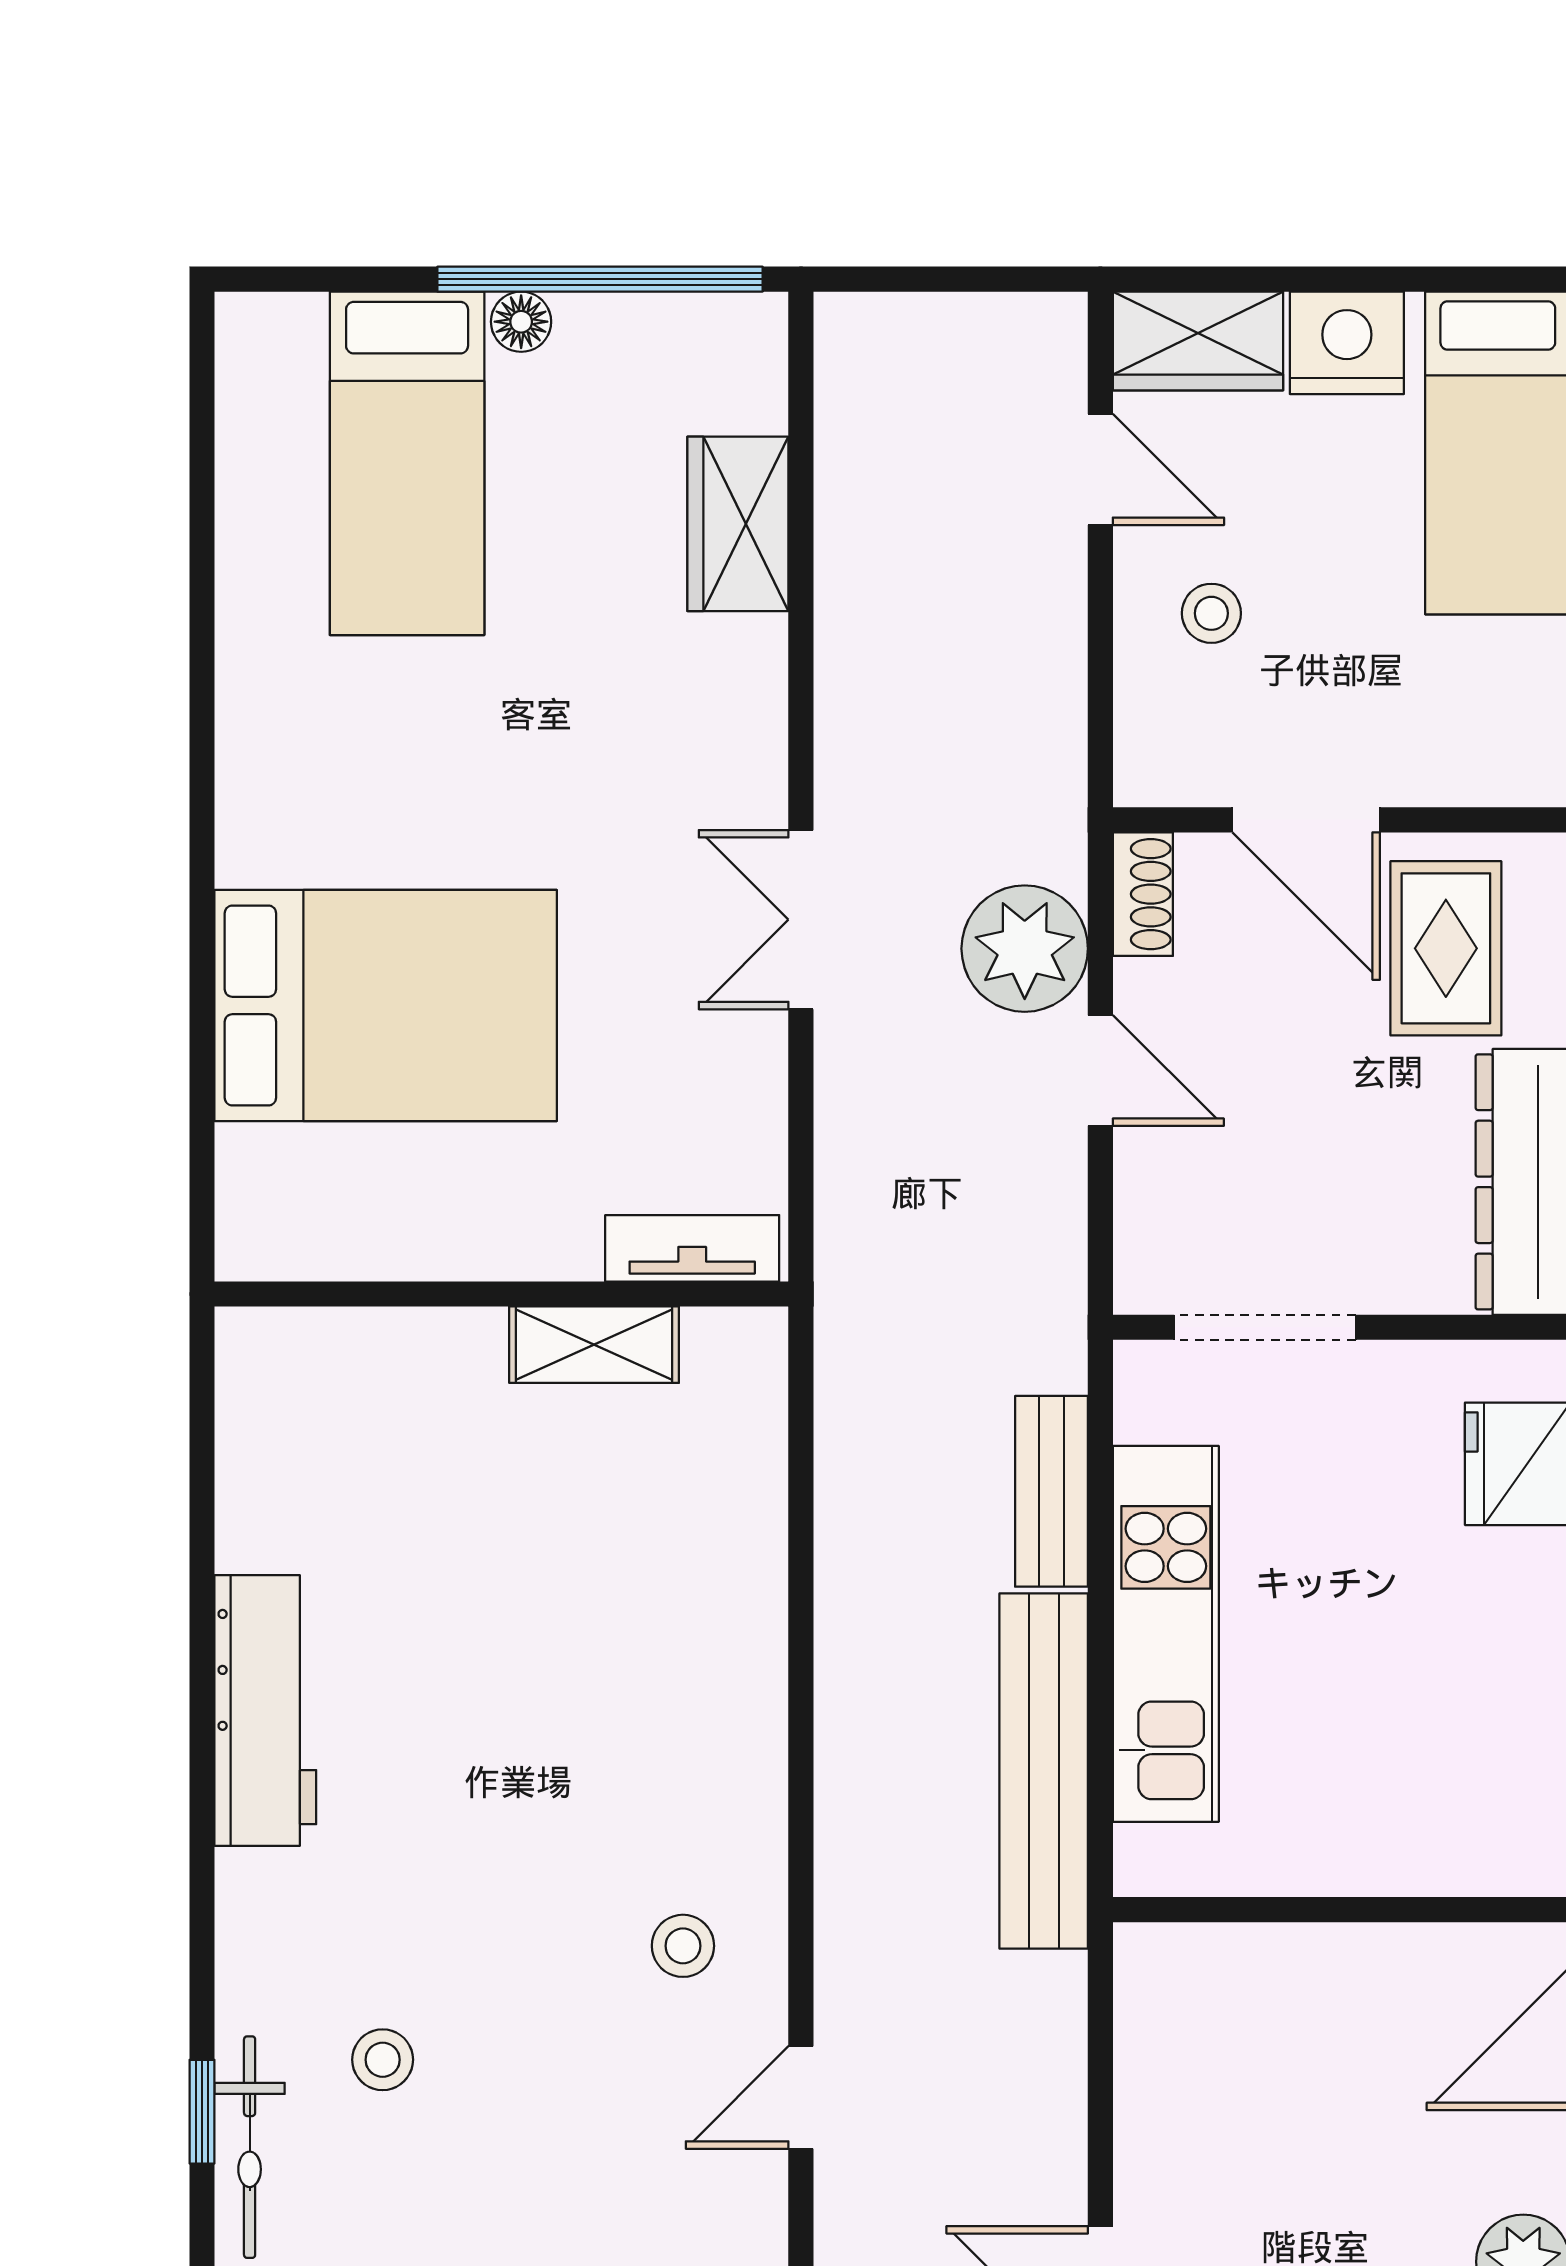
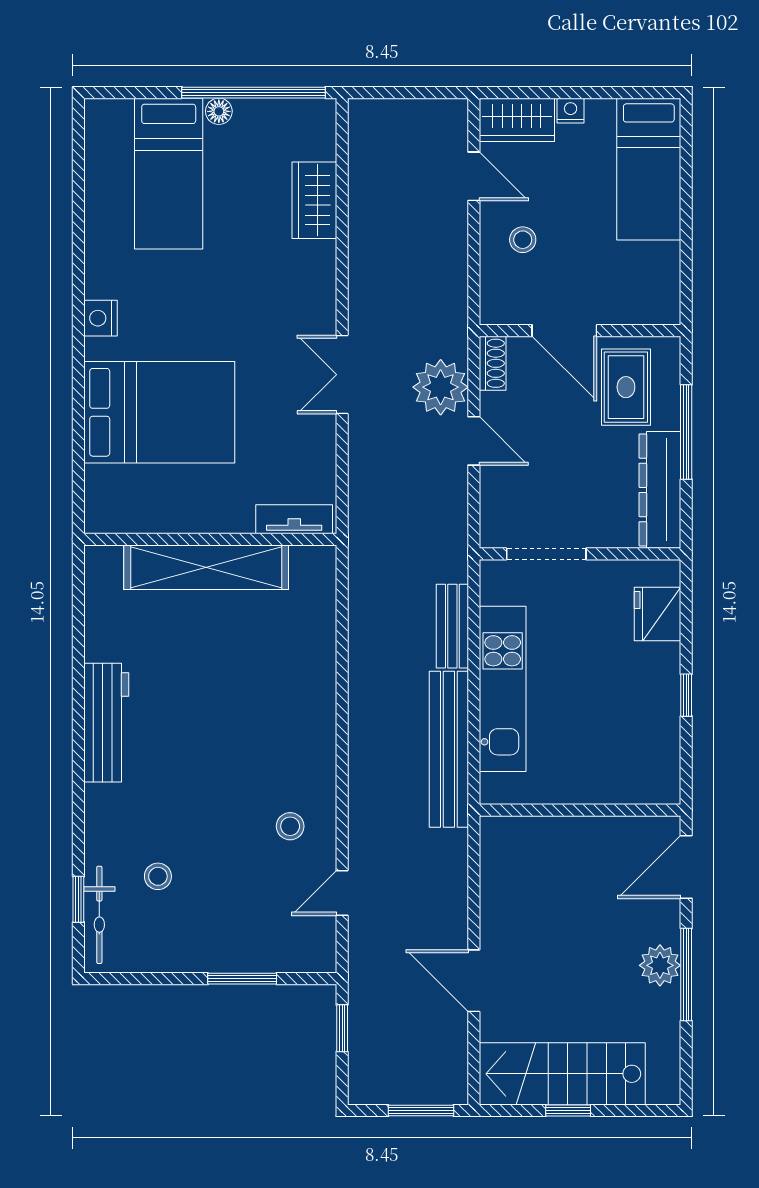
nightstand: (1347, 343) -> (571, 111), width x0.53, depth x0.56
nightstand: (252, 792) -> (100, 318), added
shelving: (594, 1345) -> (206, 567), width x2.20, depth x1.33

